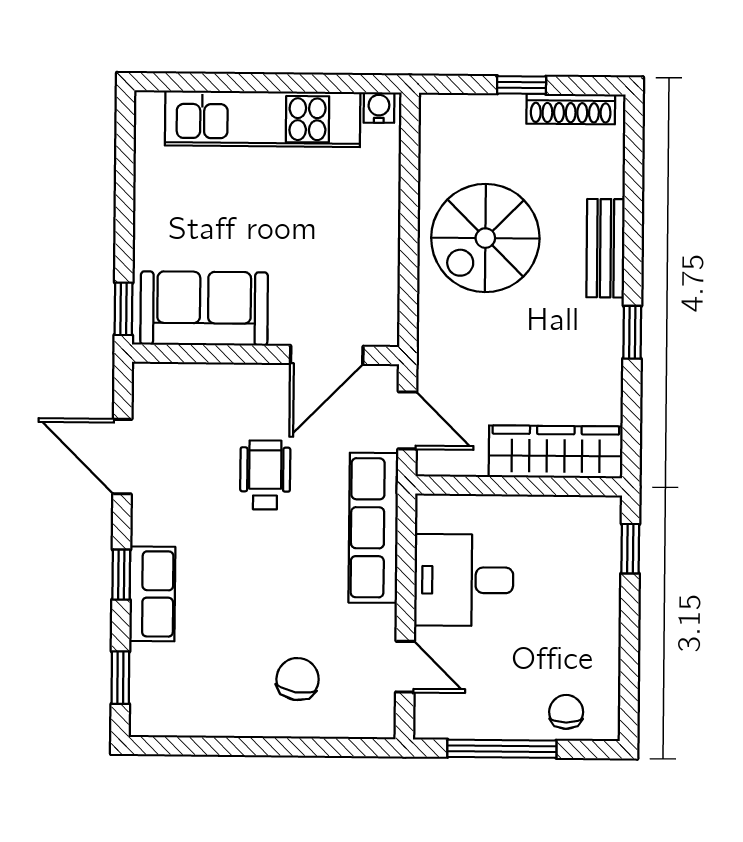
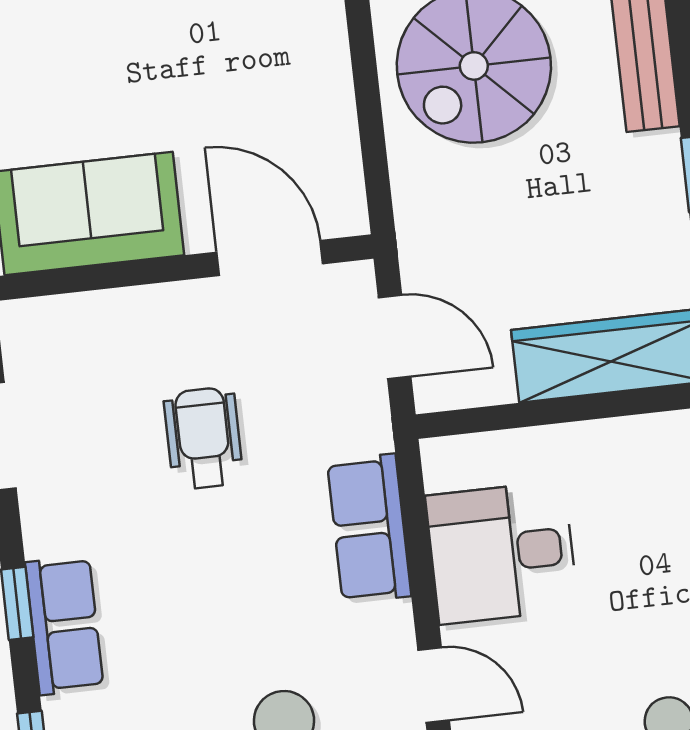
door: (327, 355) -> (270, 258), swing flipped
row of seats: (373, 528) -> (369, 529), width x0.68

